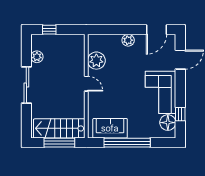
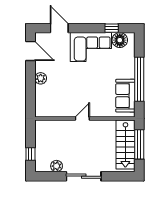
plant: (96, 61) -> (60, 109), removed

